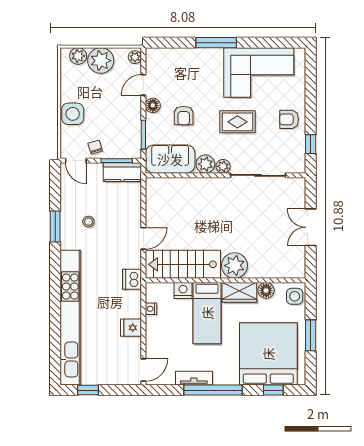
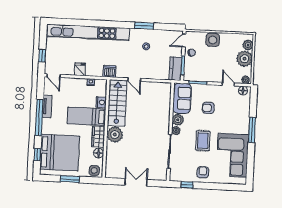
floor lamp: (153, 105) -> (243, 91), moved
window: (88, 390) -> (42, 56), moved

